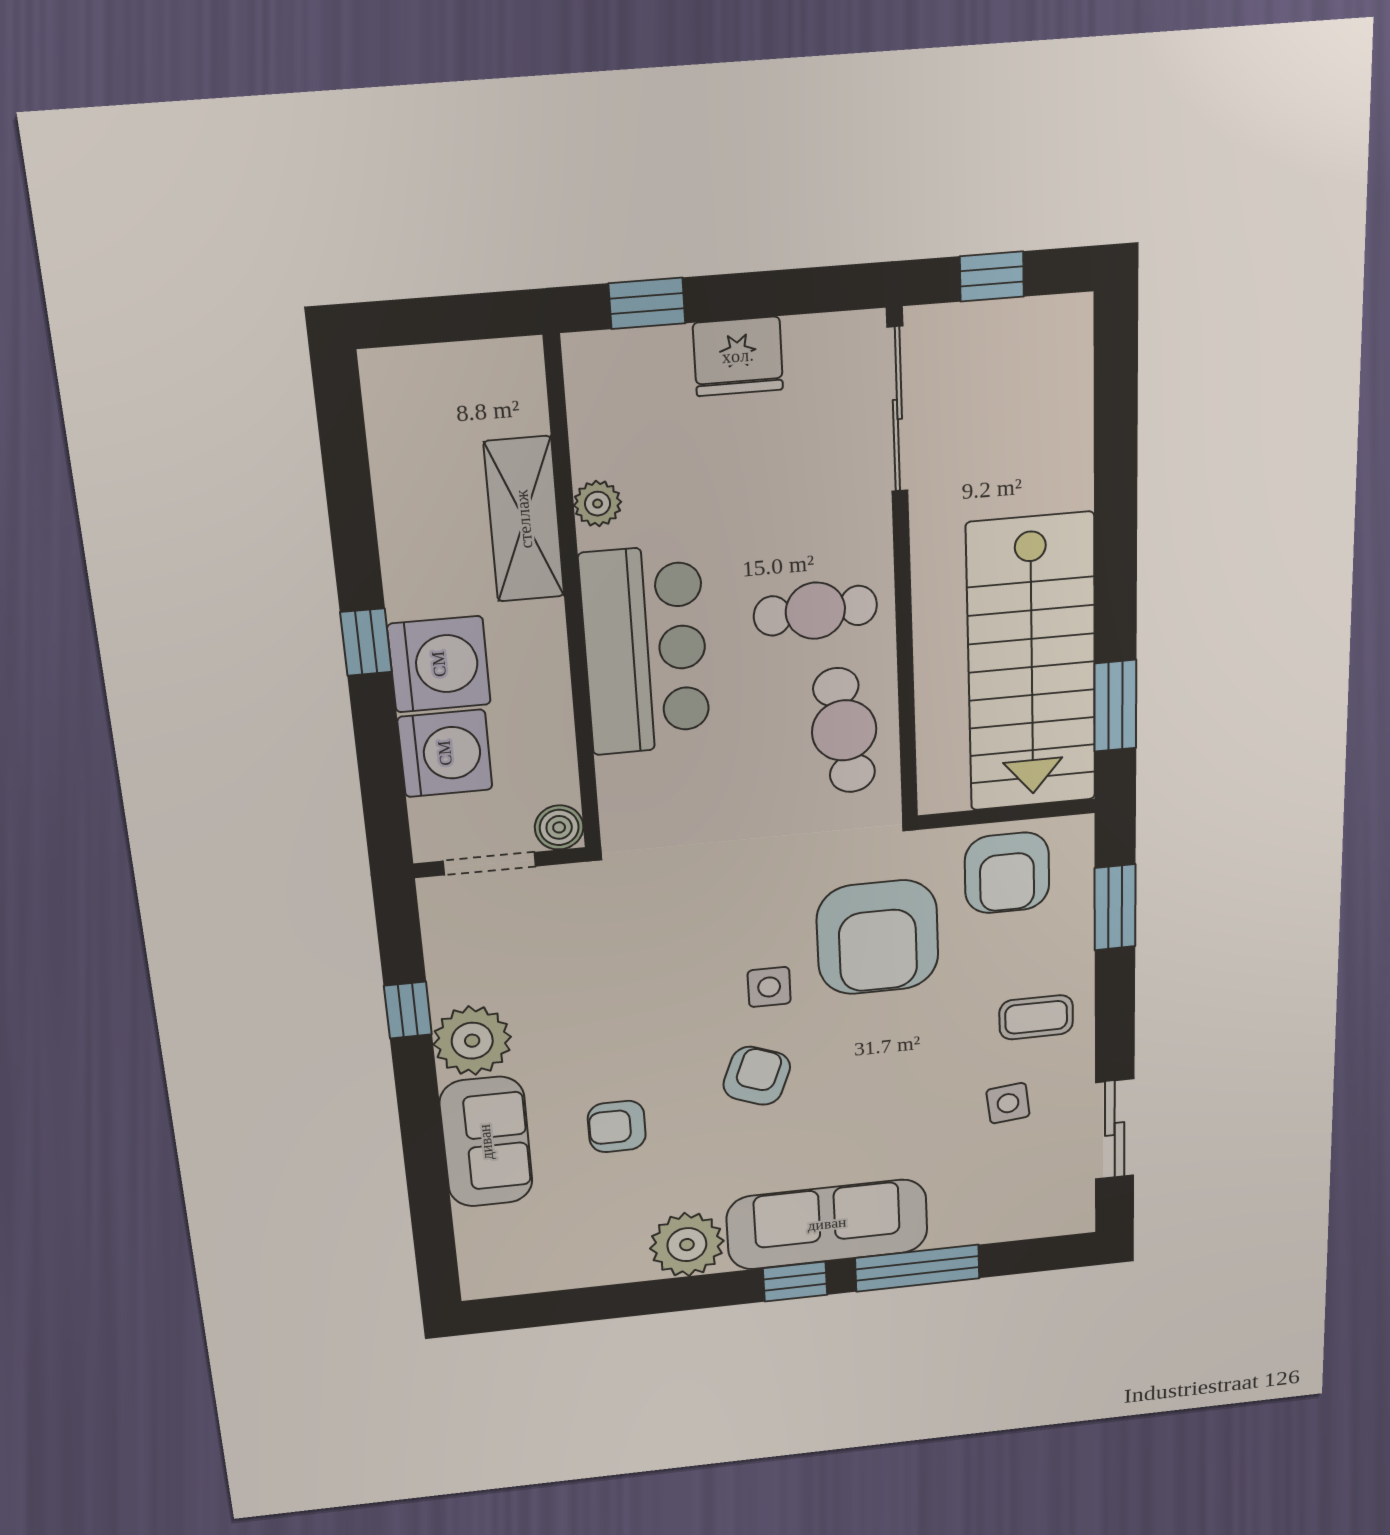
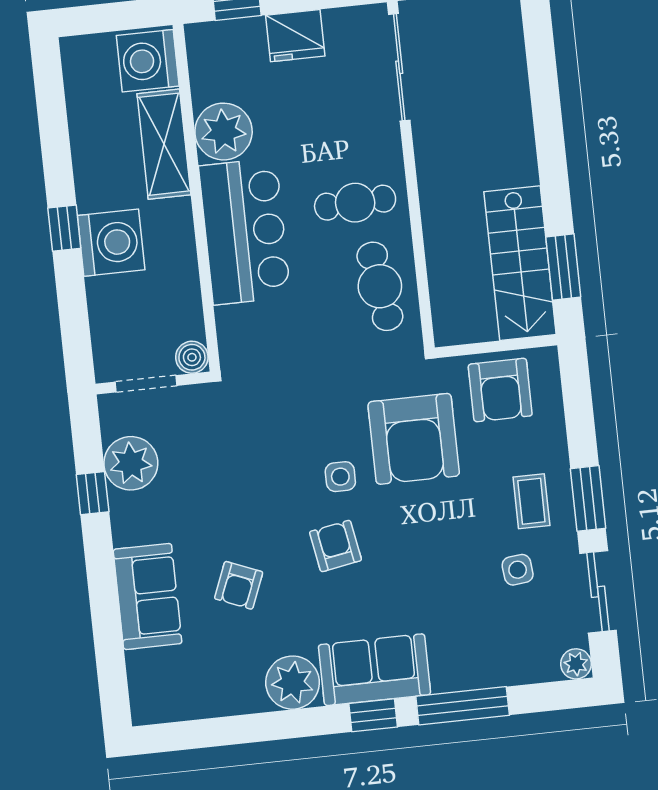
plant: (598, 504) -> (224, 132), width x1.87, depth x1.87
stairs: (1032, 664) -> (520, 263), width x0.73, depth x0.66
washing machine: (445, 753) -> (148, 61), moved, turned 180
window: (1115, 907) -> (588, 498), moved
coffee table: (1036, 1017) -> (531, 501), turned 90
plant: (472, 1041) -> (131, 463), moved
armchair: (757, 1076) -> (336, 546), turned -31
armchair: (617, 1127) -> (239, 585), turned -68
plant: (1075, 1216) -> (576, 664), added
sofa: (827, 1224) -> (374, 670), width x0.73

